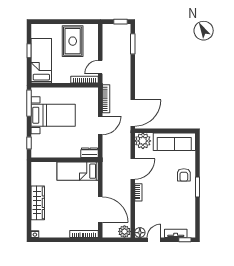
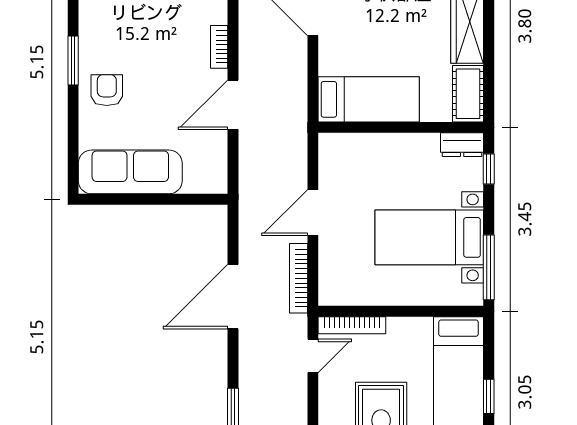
door: (133, 113) -> (233, 297), moved
plant: (143, 141) -> (208, 174), removed
dresser: (89, 153) -> (462, 145), moved
cot: (37, 173) -> (468, 94), added

